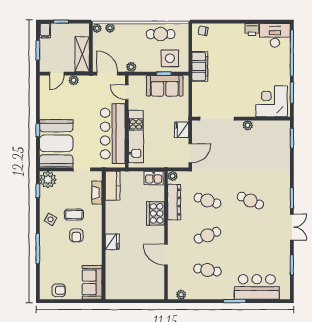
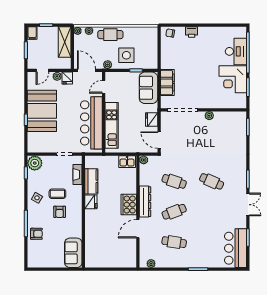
printer: (252, 29) -> (192, 32), moved
cafe table: (161, 34) -> (110, 35), moved
desk: (275, 35) -> (236, 51), moved, turned 90
shelving: (82, 54) -> (65, 42), moved
side table: (170, 58) -> (126, 55), moved
filing cabinet: (200, 66) -> (167, 83), moved
fridge: (85, 82) -> (67, 78), added
sofa: (165, 86) -> (148, 88), moved, turned 90
door: (127, 92) -> (104, 87), hinge flipped
corner desk: (272, 101) -> (233, 79), moved, turned -90
booth: (56, 143) -> (42, 111), moved
door: (190, 153) -> (159, 140), swing flipped
kitchen counter: (113, 186) -> (91, 181), moved
dresser: (174, 202) -> (145, 202), moved
cooker: (155, 213) -> (129, 205), moved
fridge: (112, 242) -> (91, 202), moved
door: (166, 255) -> (138, 229), hinge flipped
bar counter: (257, 287) -> (236, 248), moved, turned -90
armchair: (59, 290) -> (36, 234), moved

